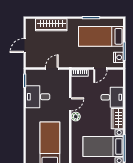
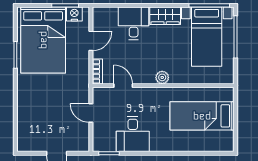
wardrobe: (51, 25) -> (26, 114), removed
bed: (101, 36) -> (43, 40), width x1.50
door: (100, 69) -> (91, 41), hinge flipped
door: (70, 104) -> (123, 86), moved

